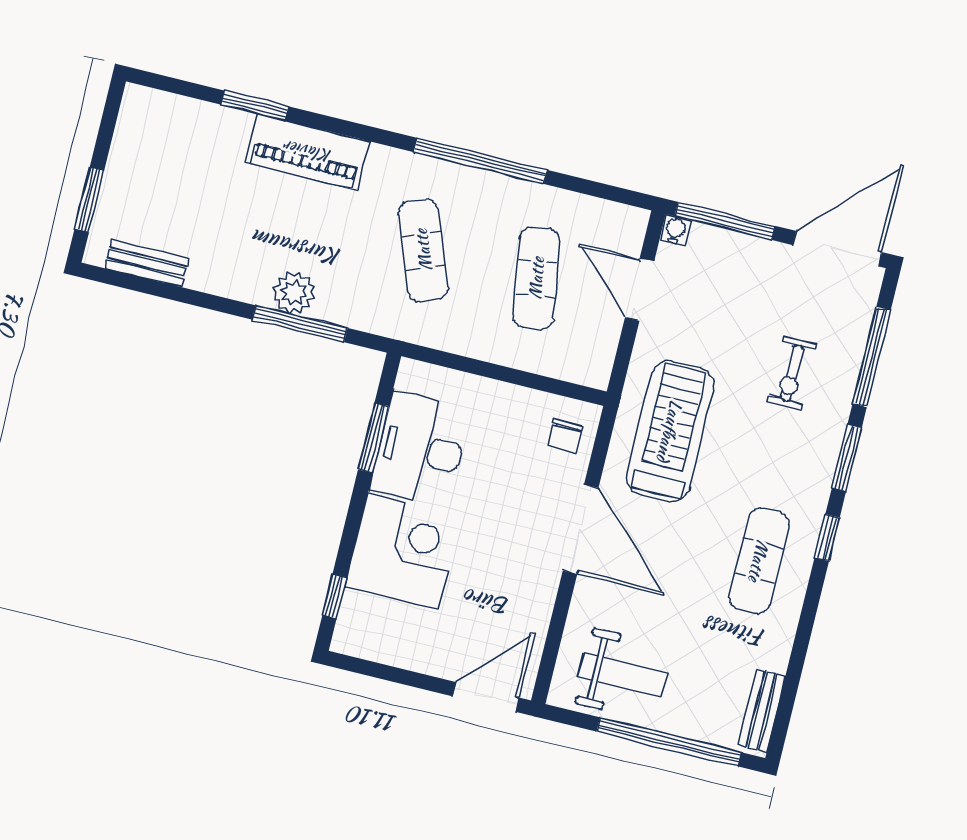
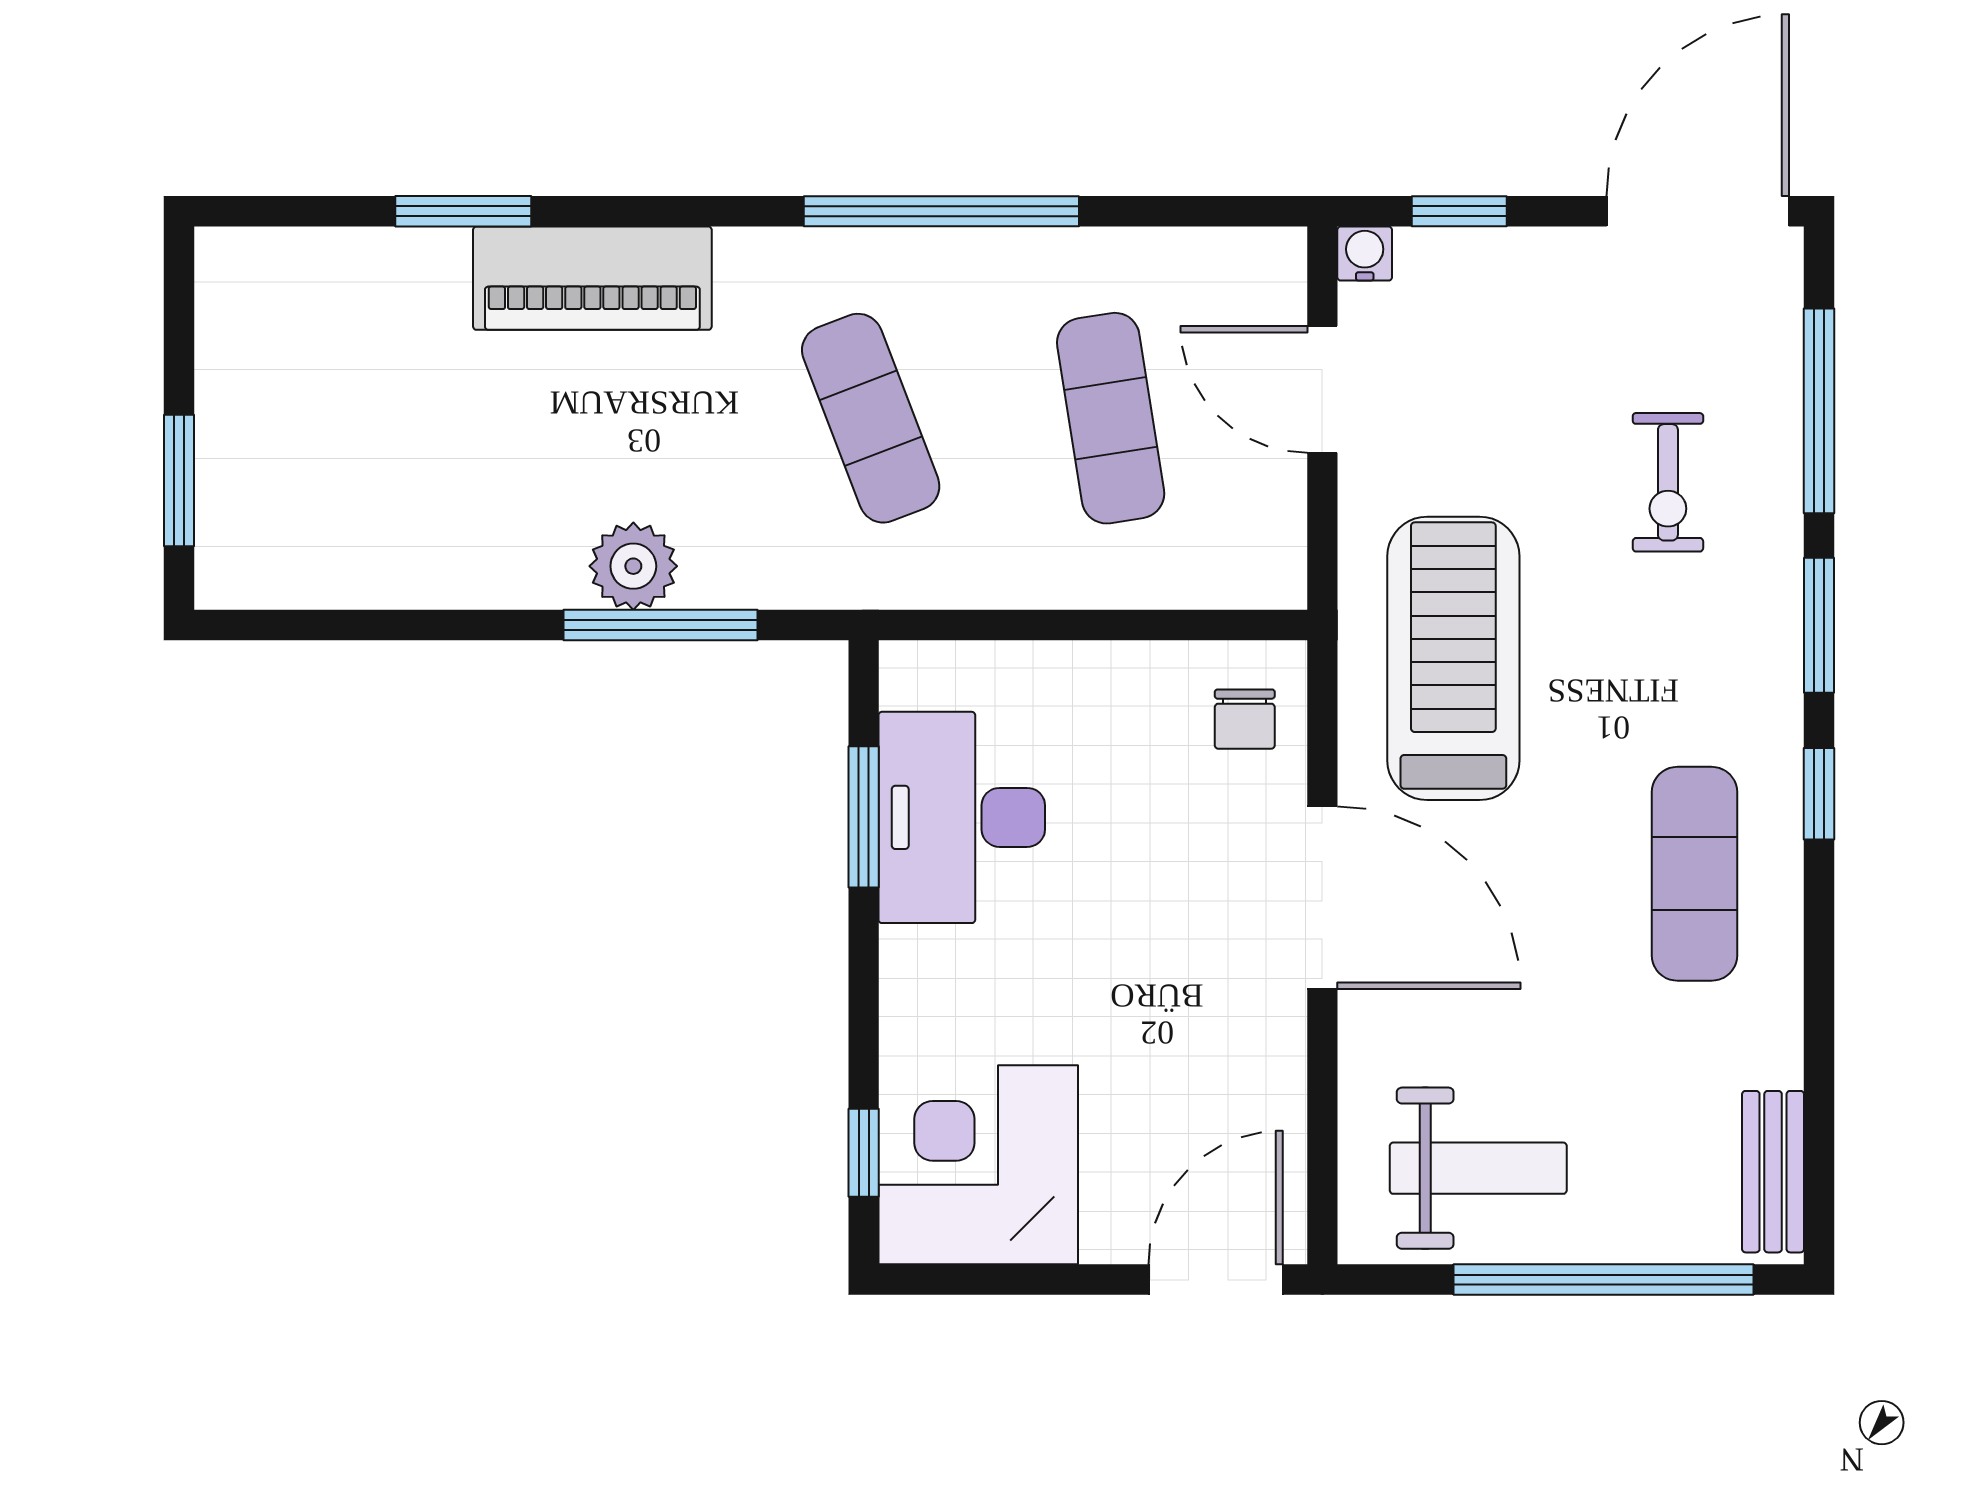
window: (725, 221) -> (1459, 211), width x0.46
bench: (147, 263) -> (325, 579), removed
corner desk: (403, 551) -> (978, 1165), moved, turned -90

